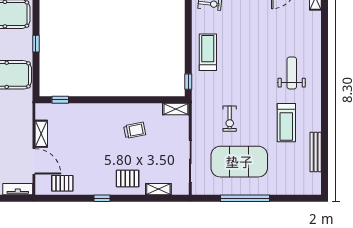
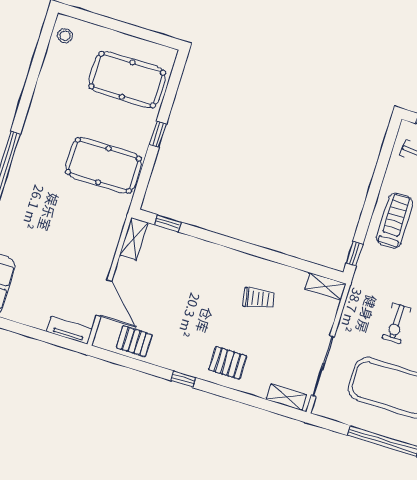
shelving: (41, 134) -> (134, 239), moved
shelving: (158, 189) -> (286, 397), moved

